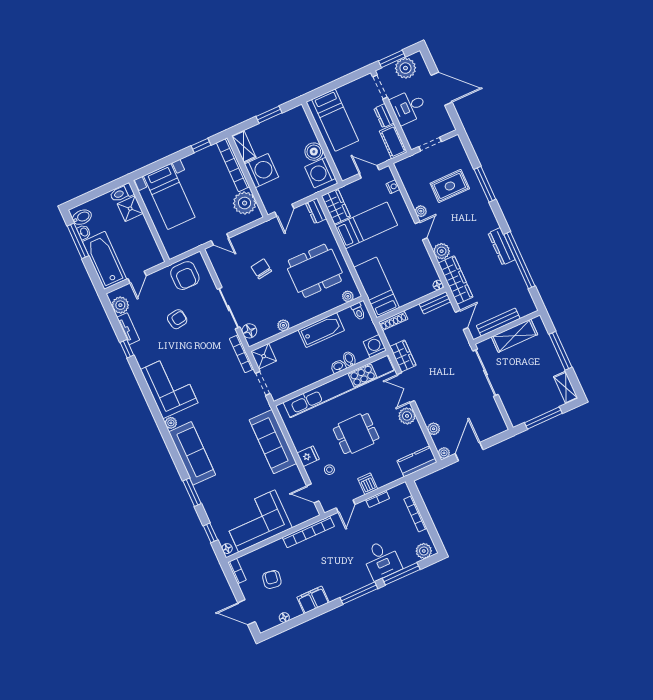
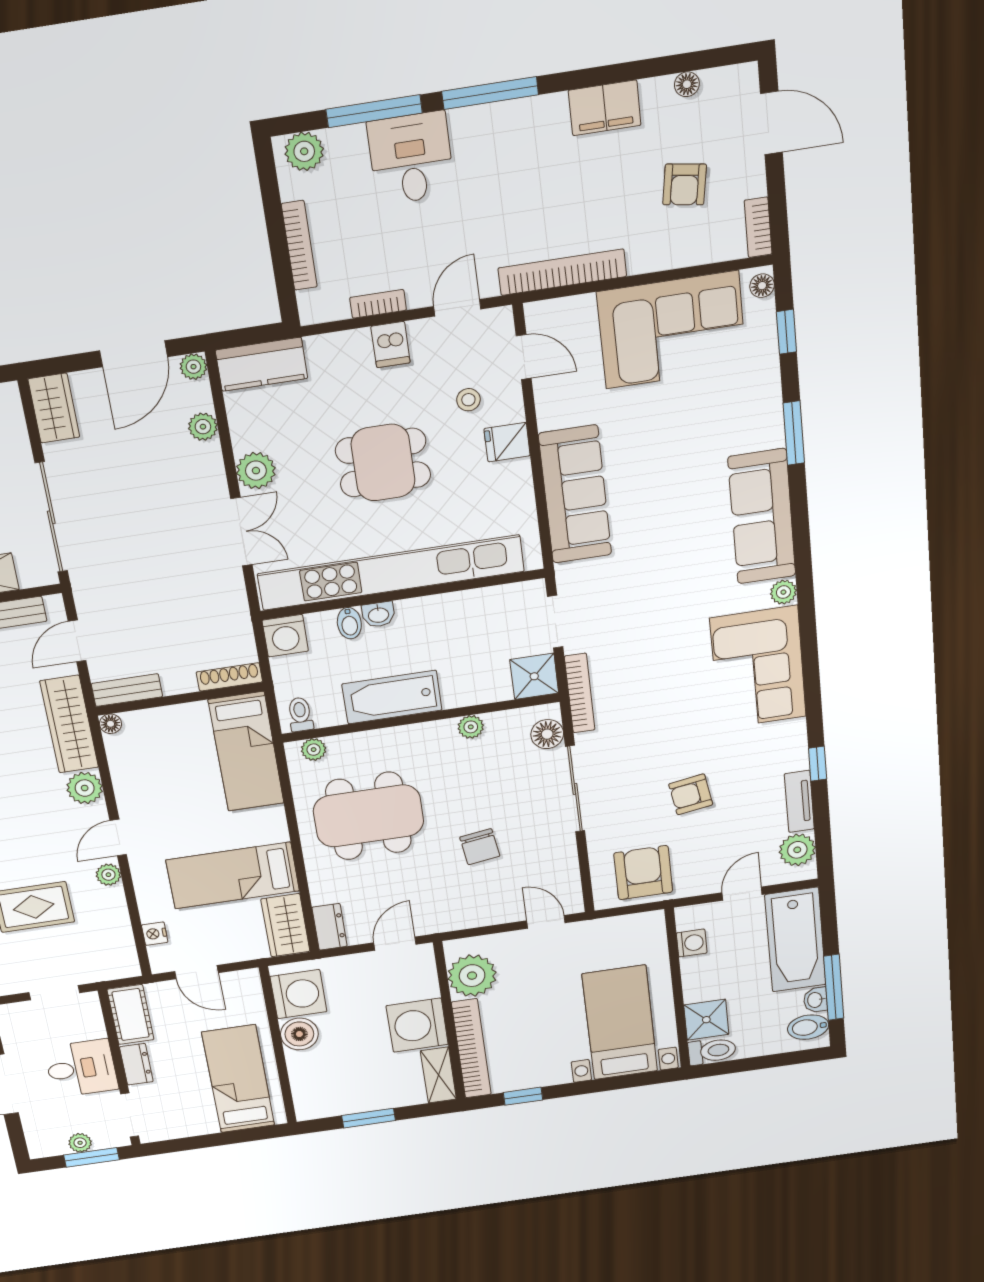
plant: (405, 68) -> (80, 1143), width x0.53, depth x0.53
washing machine: (151, 246) -> (692, 943), added
wardrobe: (403, 356) -> (54, 408), moved, turned 180

